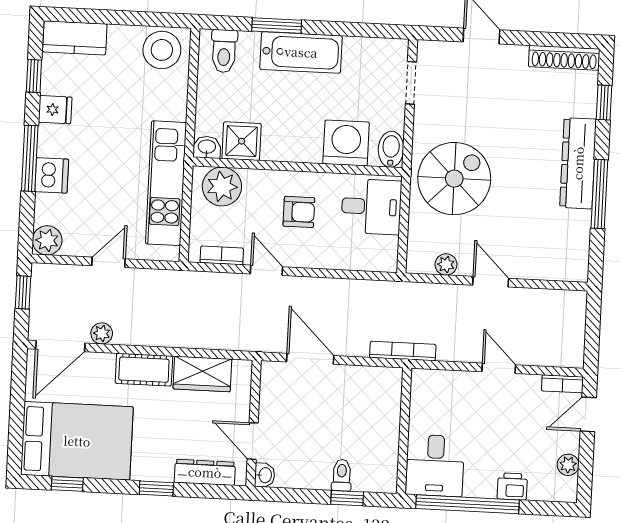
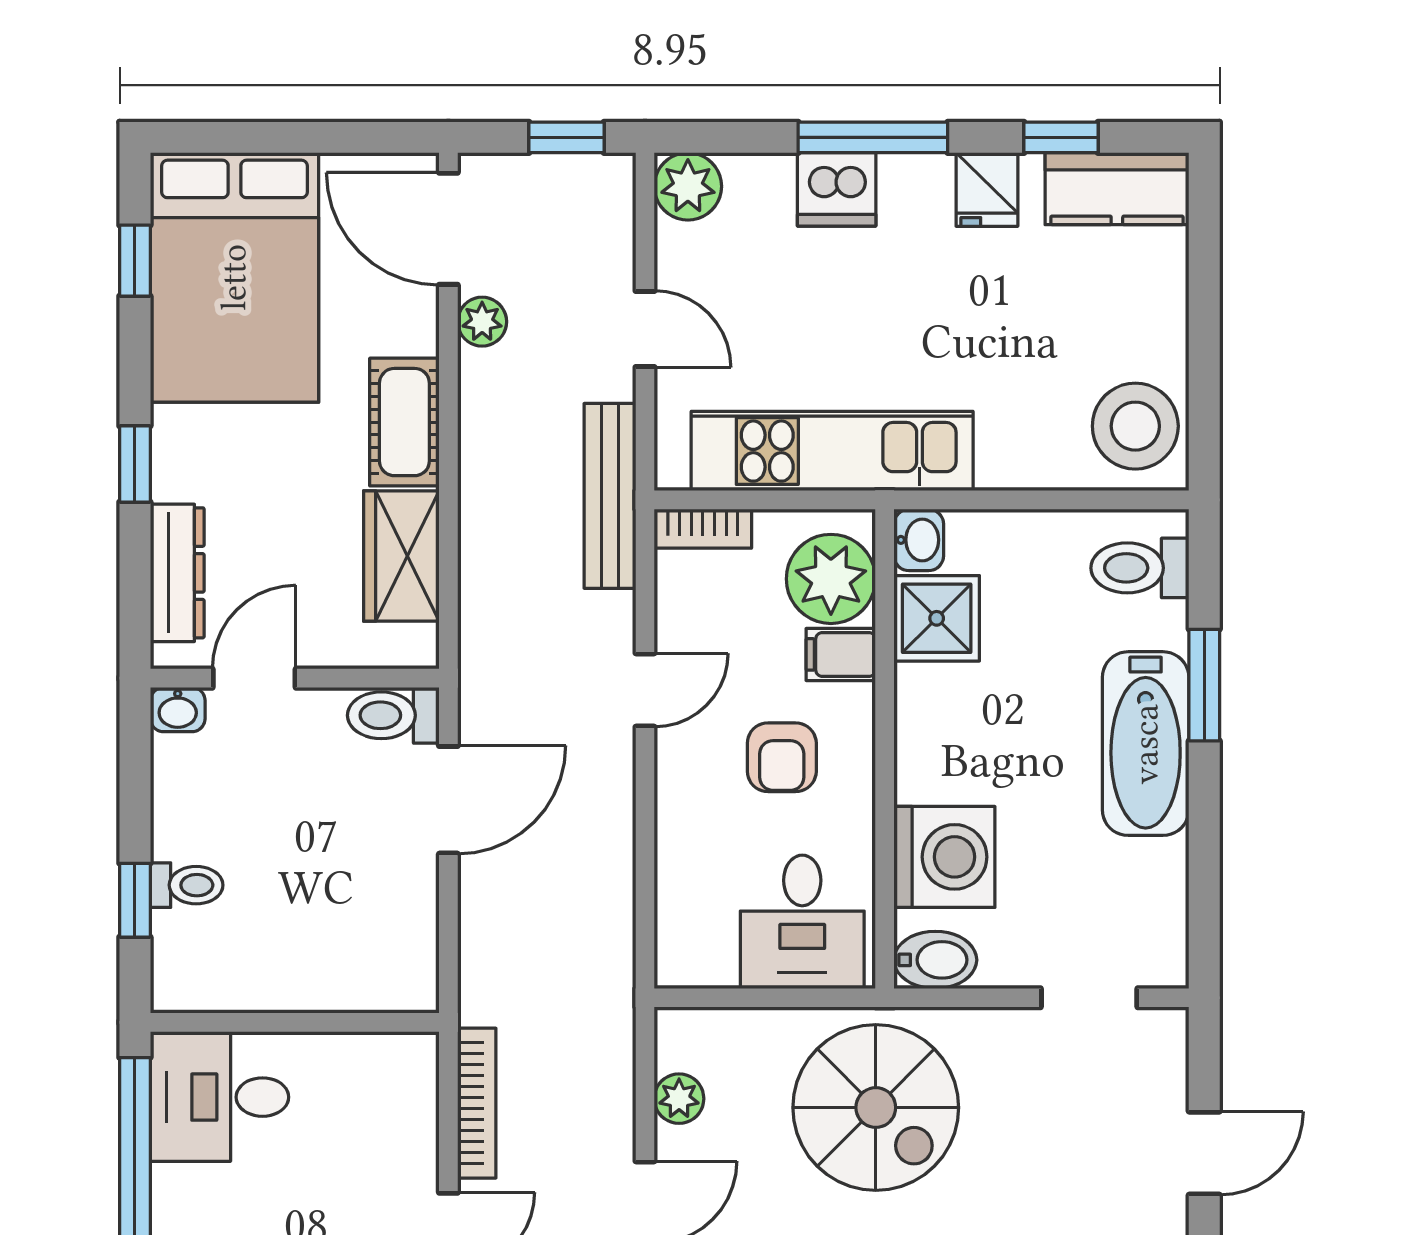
kitchen counter: (75, 38) -> (1117, 189), moved, turned -90
filing cabinet: (255, 184) -> (841, 654), added
bookcase: (222, 255) -> (703, 529), moved, turned 90
bench: (181, 281) -> (610, 496), added
bookcase: (403, 351) -> (477, 1103), moved
toilet: (272, 381) -> (393, 715), added

